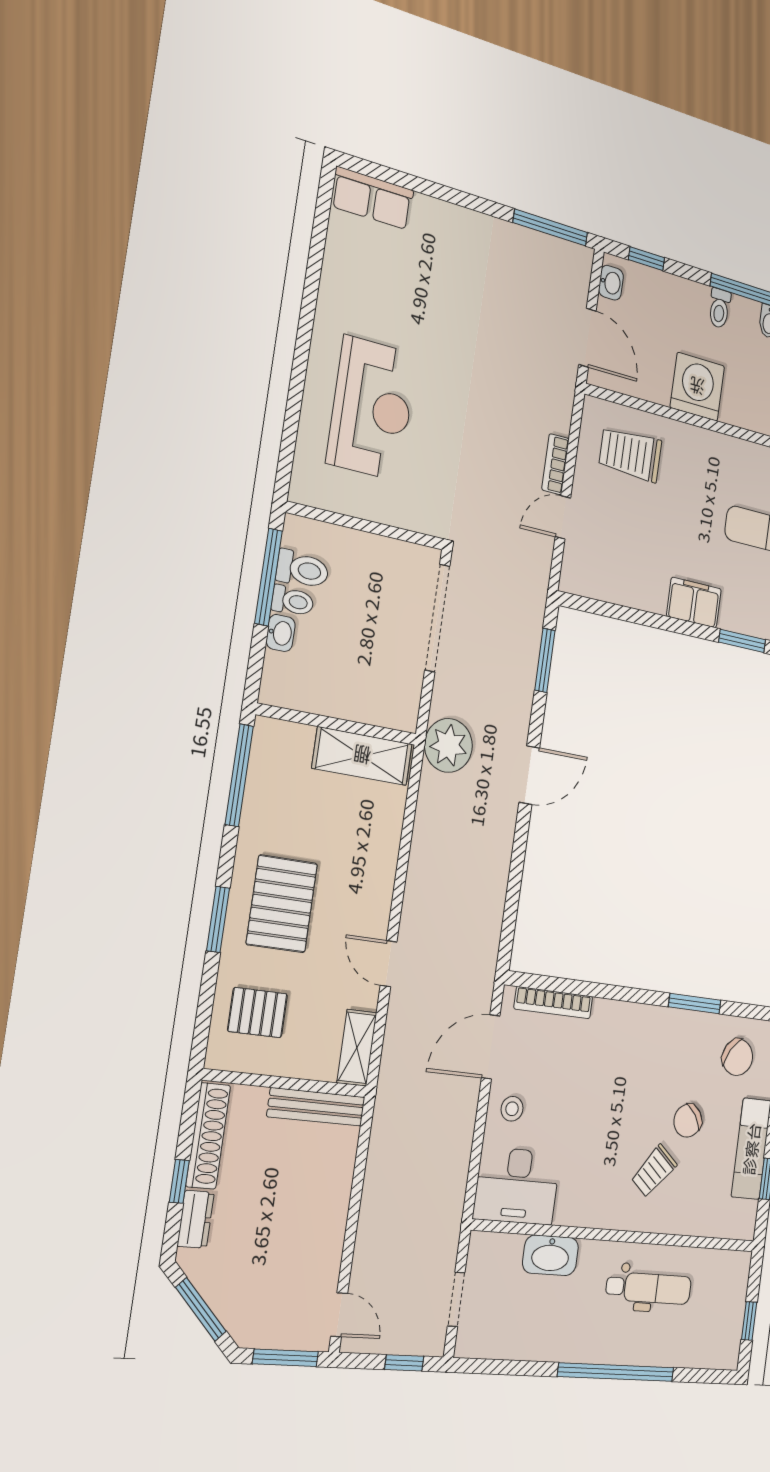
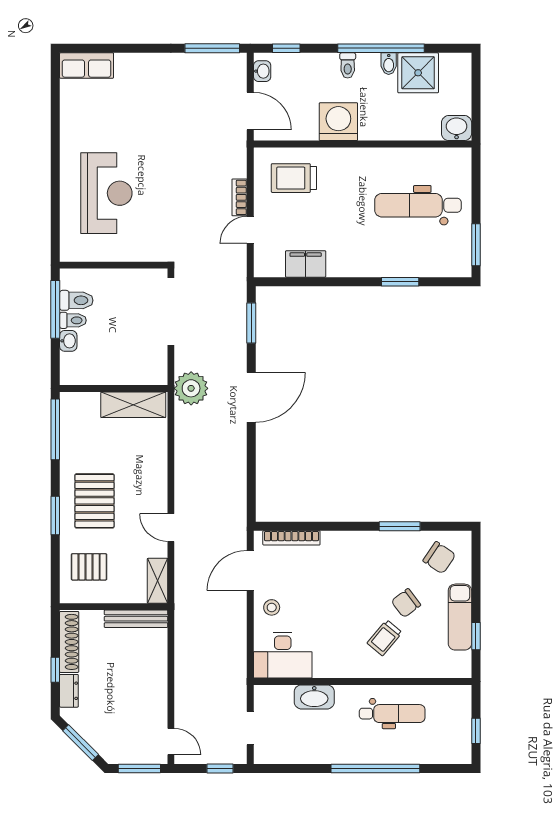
filing cabinet: (694, 603) -> (306, 264), moved
door: (529, 775) -> (251, 397), width x1.36

